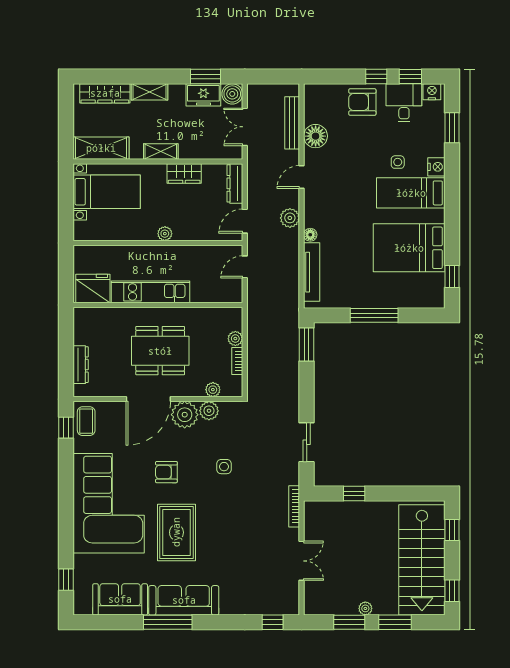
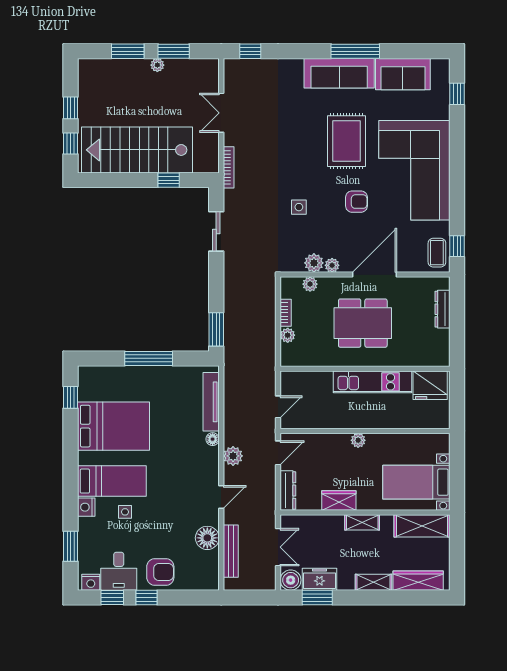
plant: (185, 415) -> (332, 265), width x0.53, depth x0.53
stairs: (422, 560) -> (137, 150), moved, turned -90
window: (452, 591) -> (71, 108), moved

